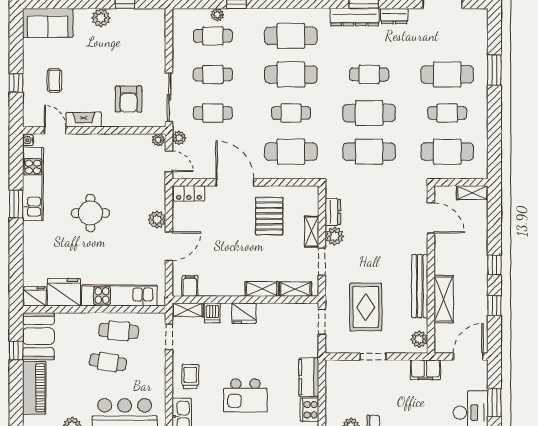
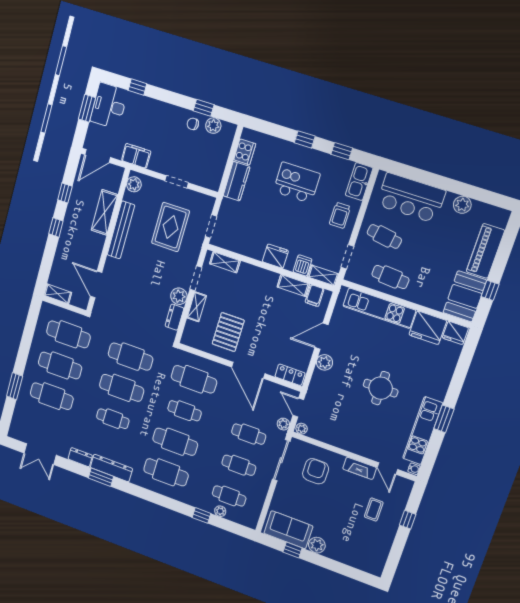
sofa: (48, 23) -> (288, 530), moved
cafe table: (447, 113) -> (60, 365), width x1.37, depth x1.35
shelving: (262, 289) -> (293, 285), moved
cafe table: (108, 362) -> (384, 236), moved

